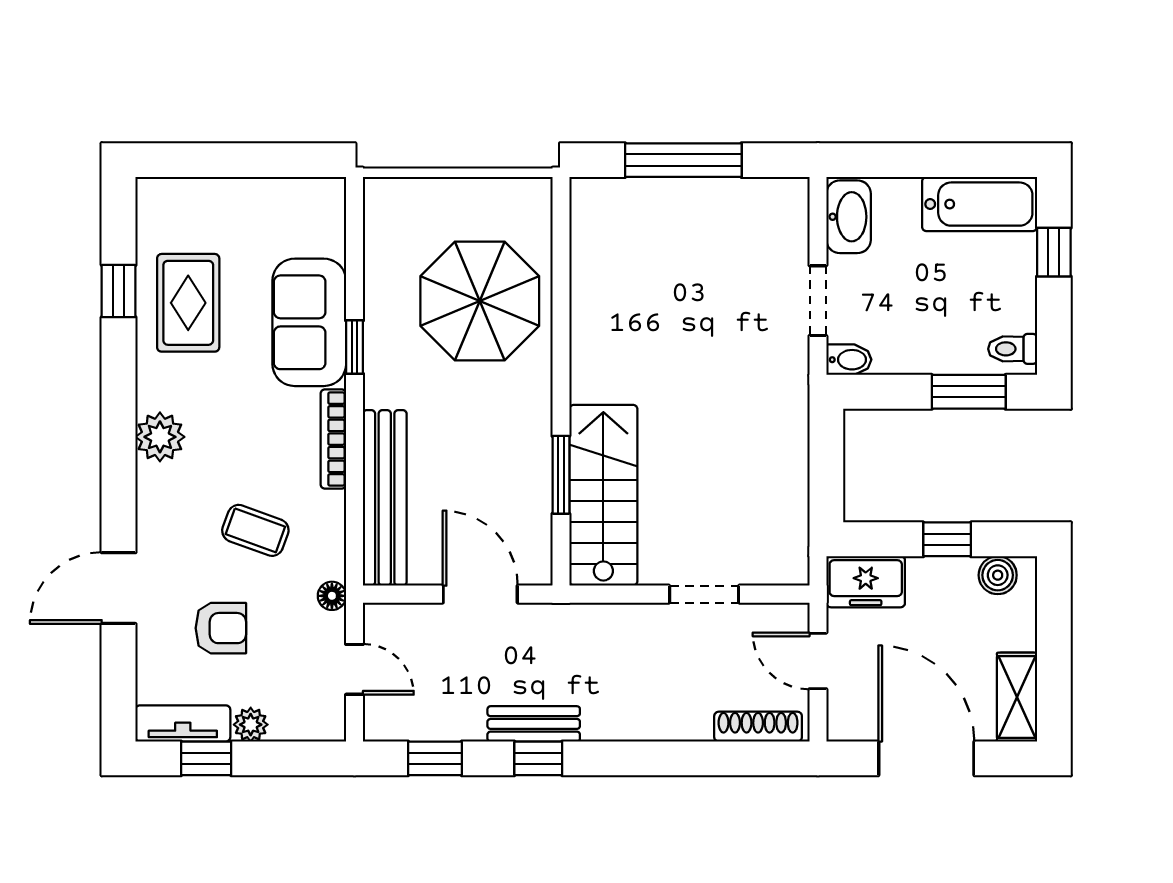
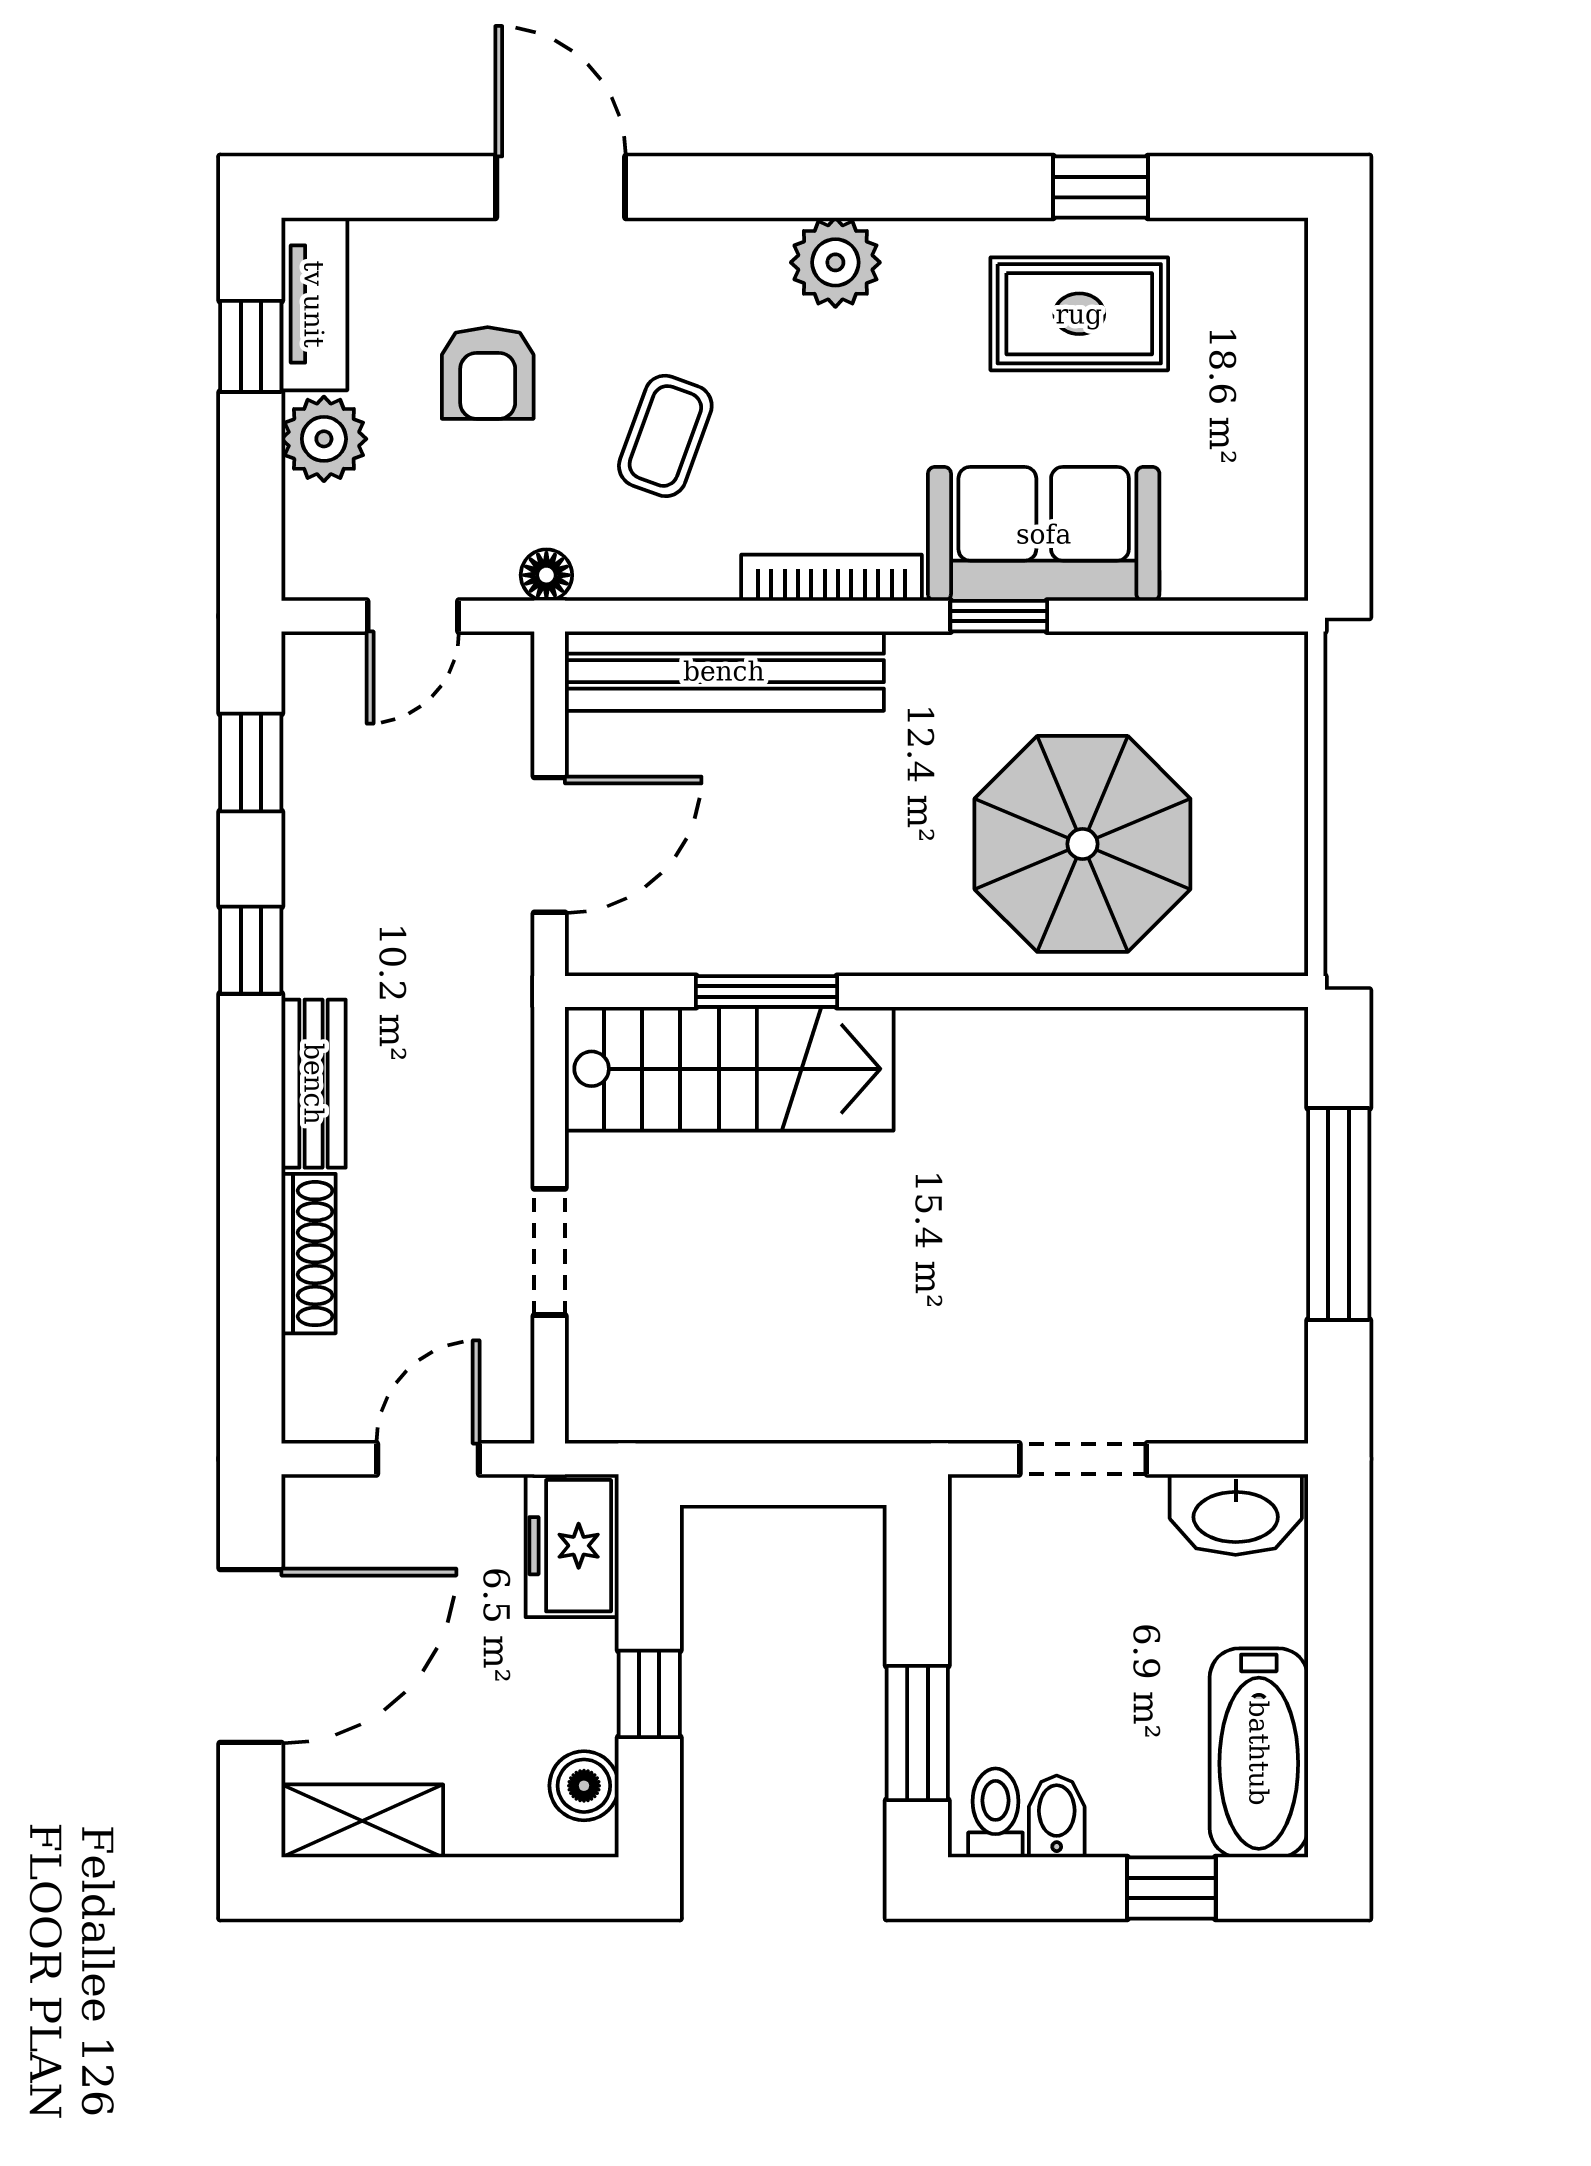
bidet: (849, 360) -> (1057, 1816), moved, turned 180
bench: (534, 724) -> (314, 1084), moved
plant: (251, 725) -> (324, 439), width x1.38, depth x1.38
shoe rack: (758, 727) -> (309, 1254), moved

